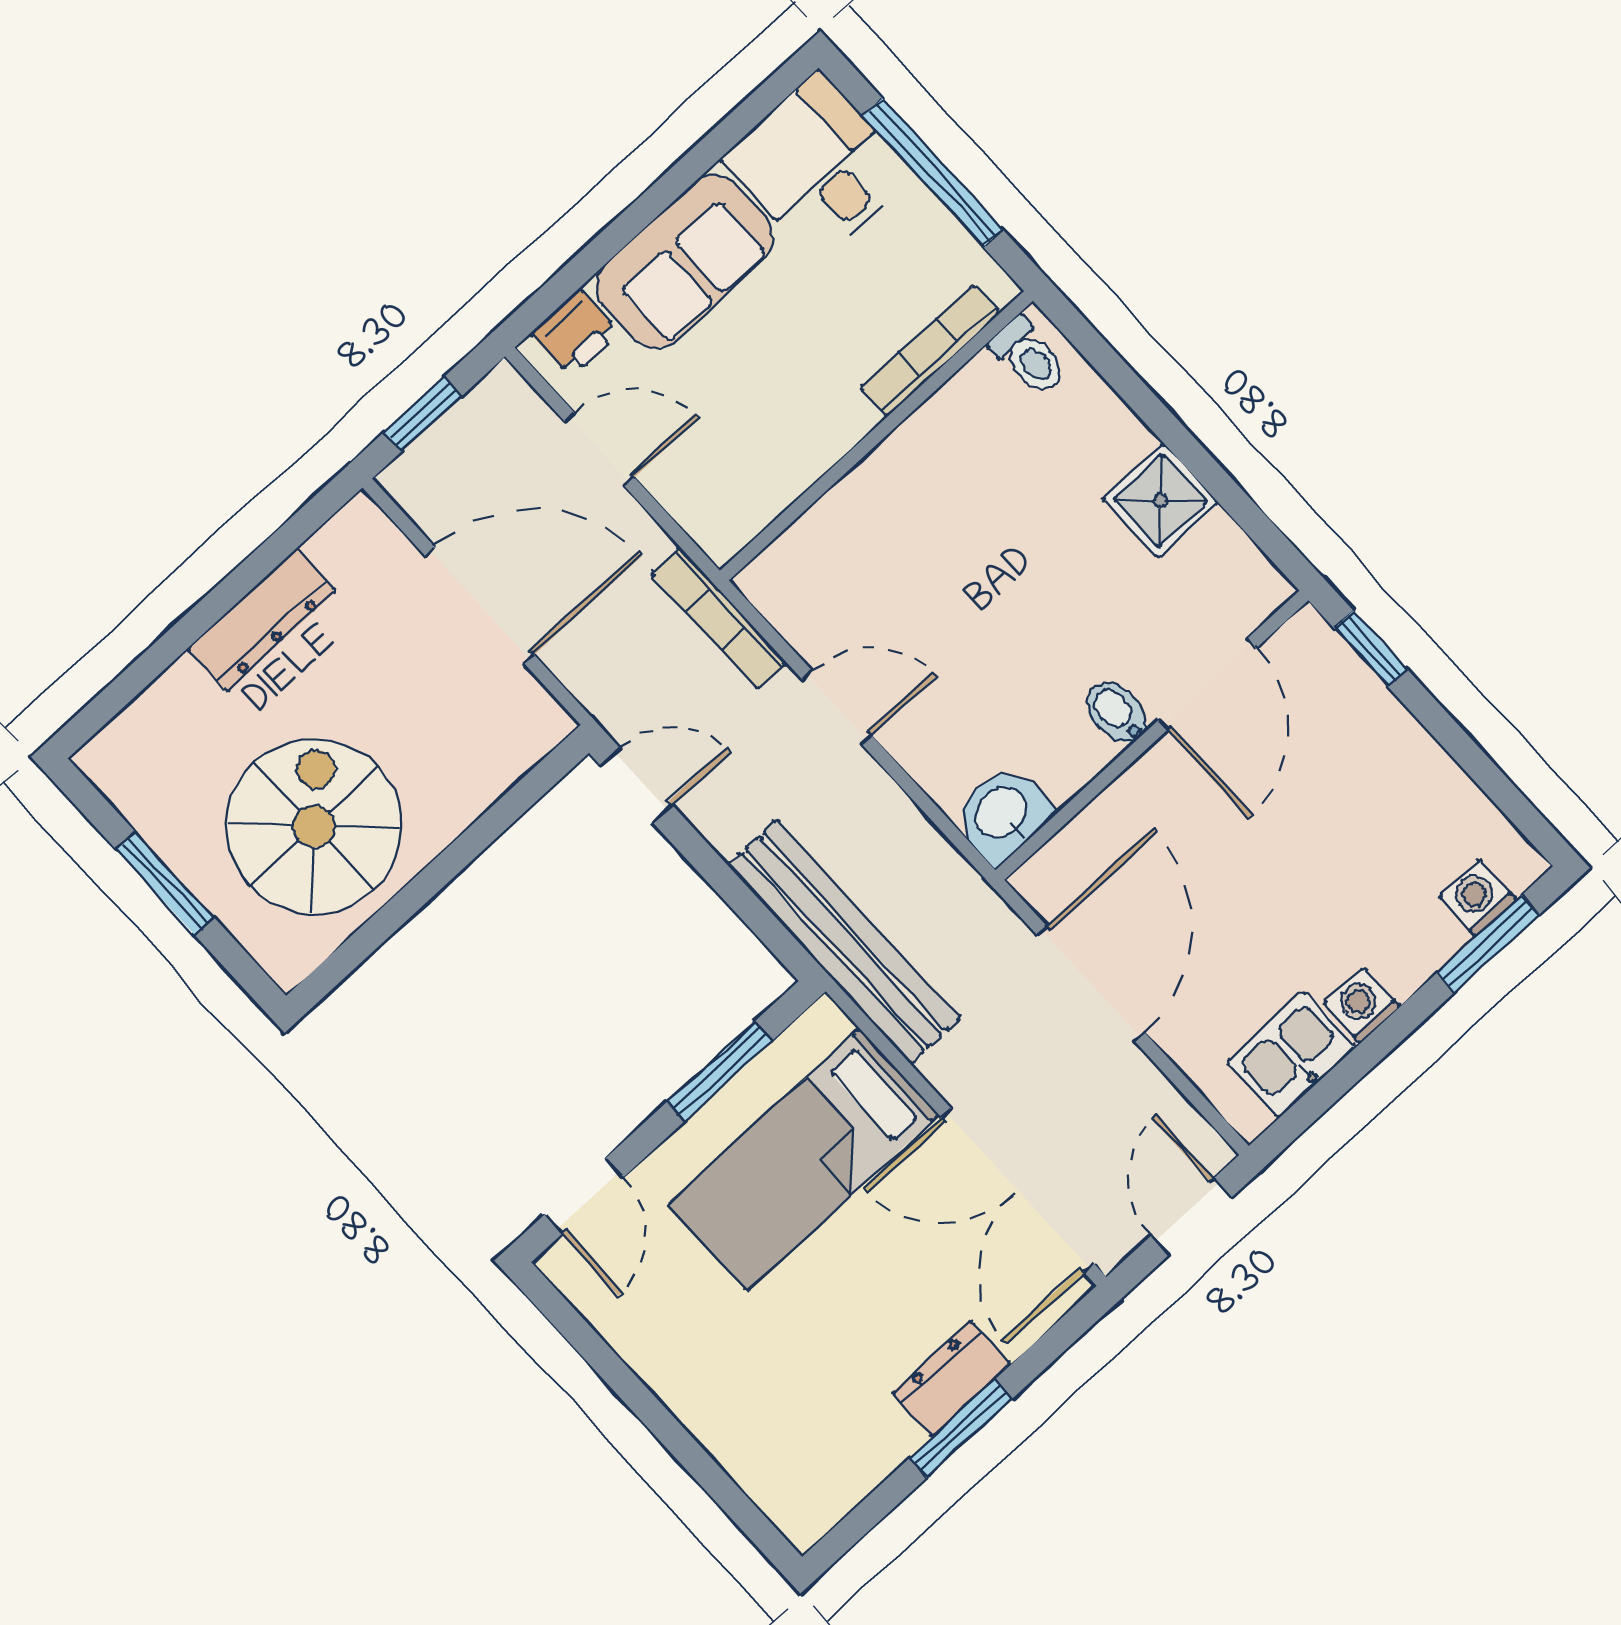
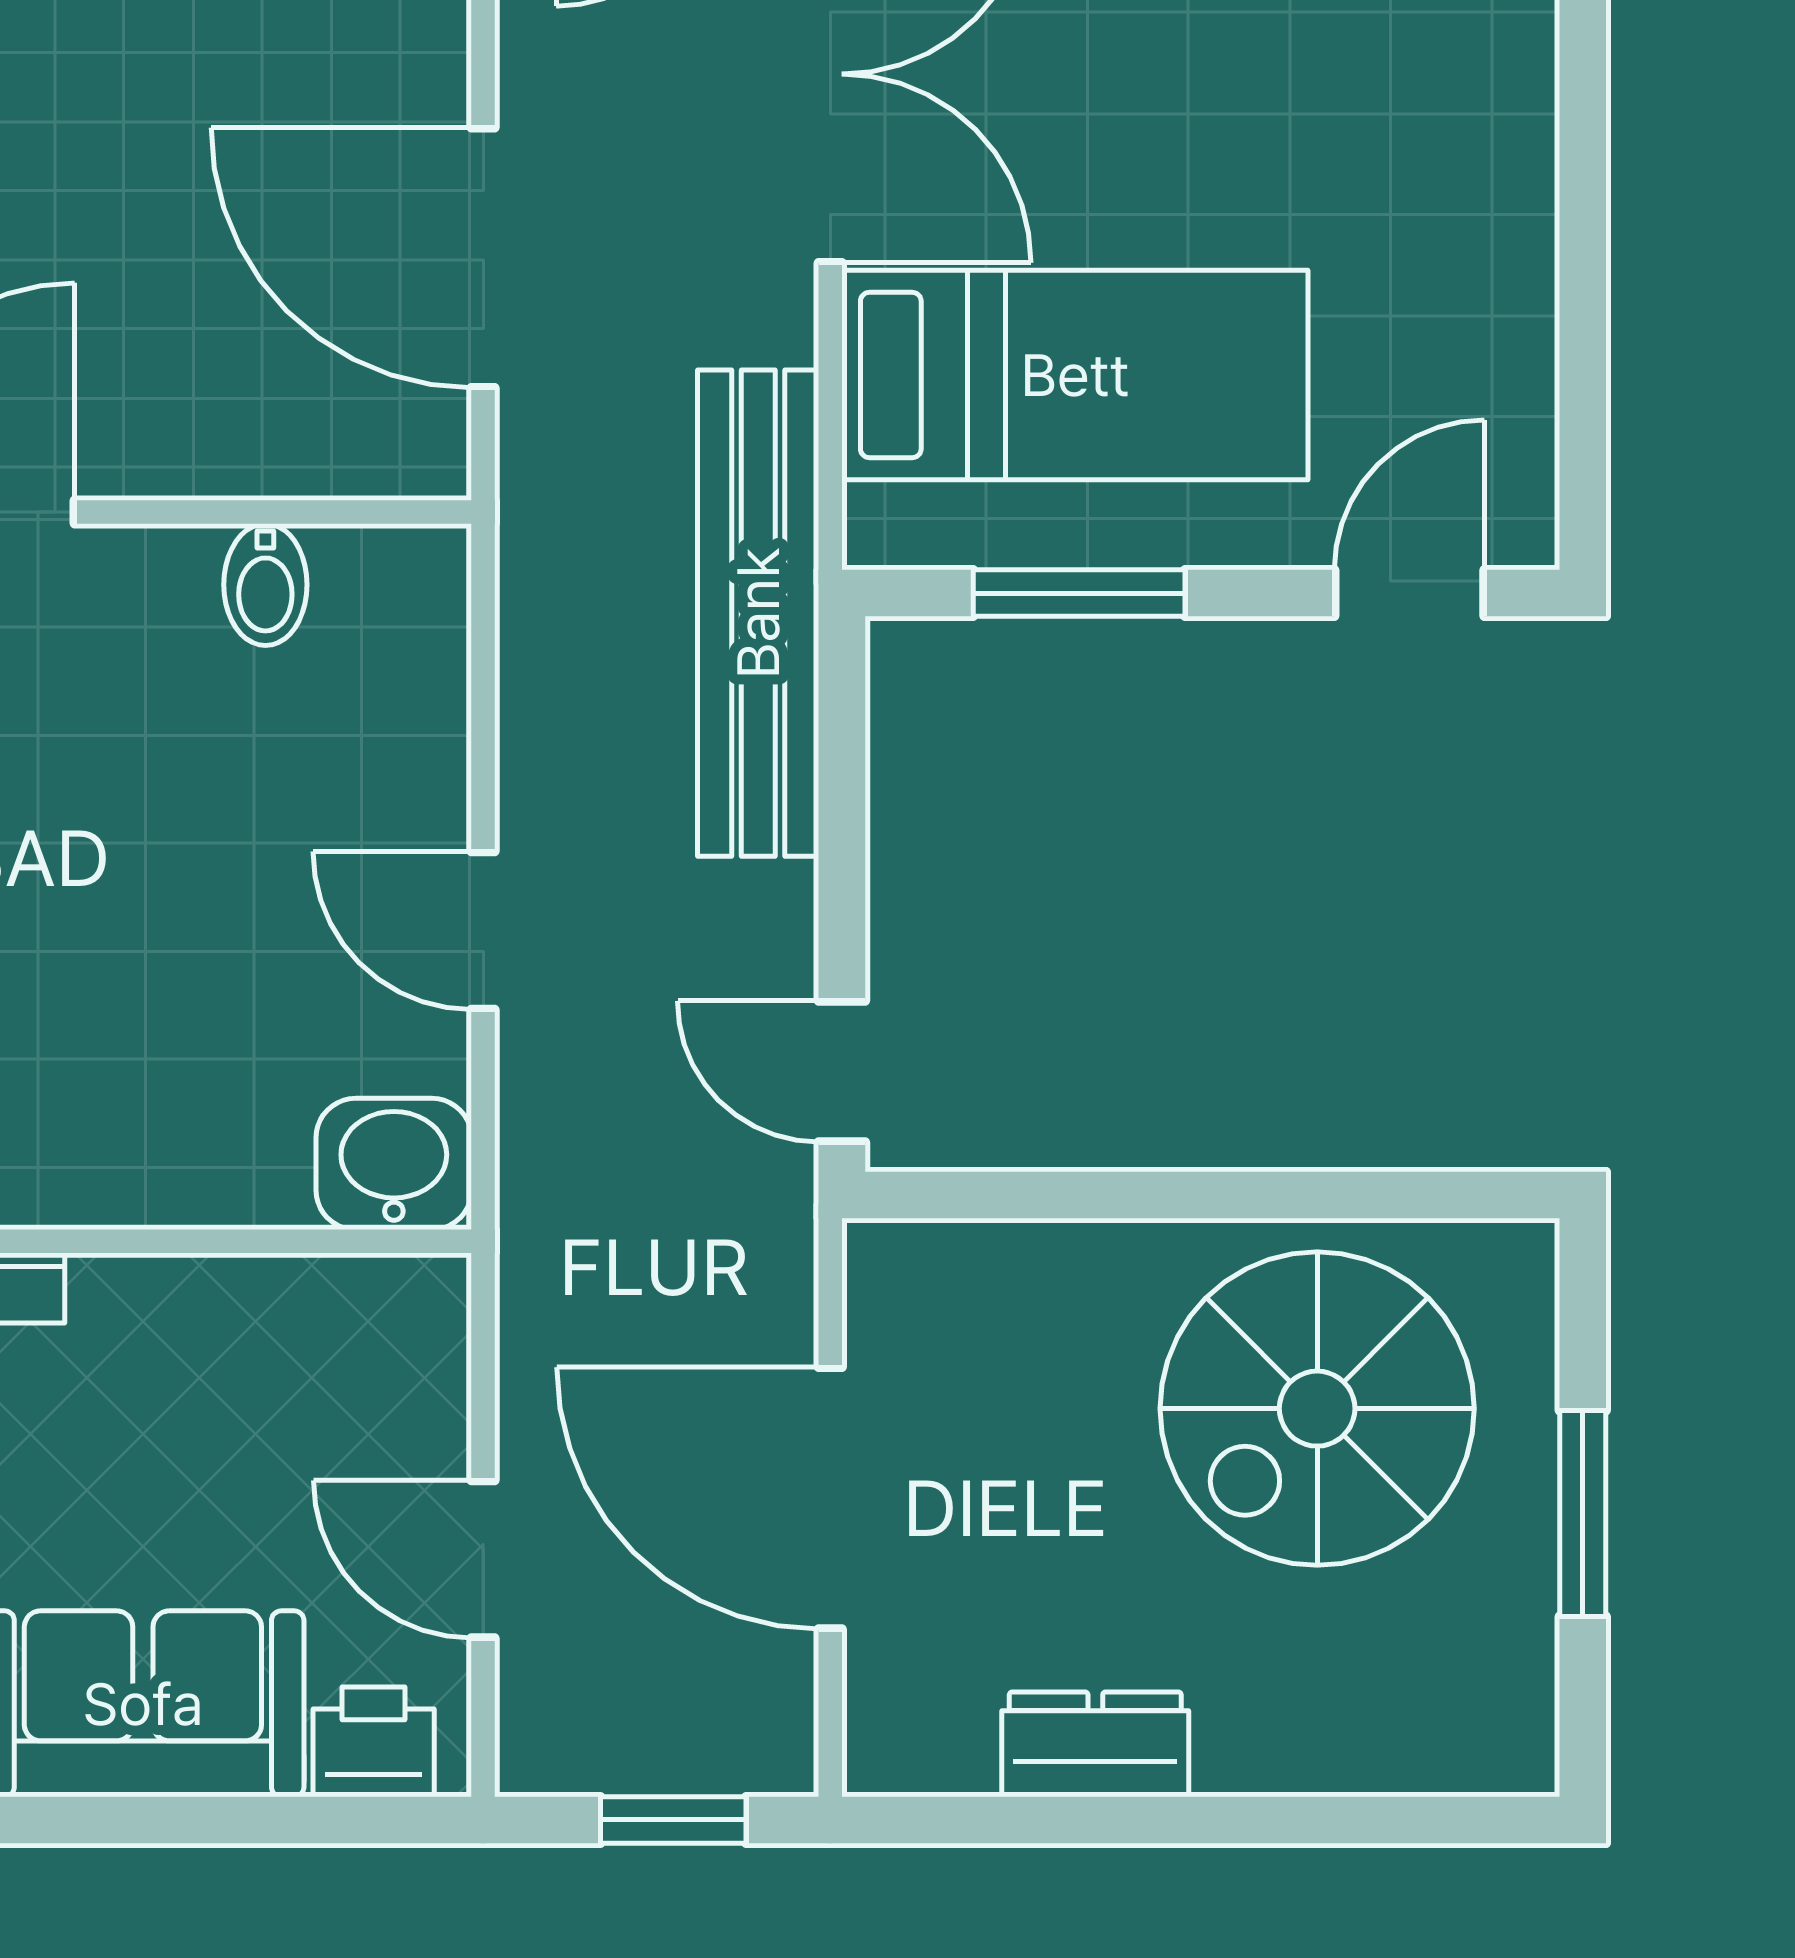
bookcase: (719, 618) -> (531, 1192), removed
dresser: (261, 620) -> (1095, 1744), width x0.70
bidet: (1117, 712) -> (265, 585), moved
washbasin: (1002, 814) -> (394, 1164), moved, turned 180
door: (1091, 984) -> (483, 258), hinge flipped

